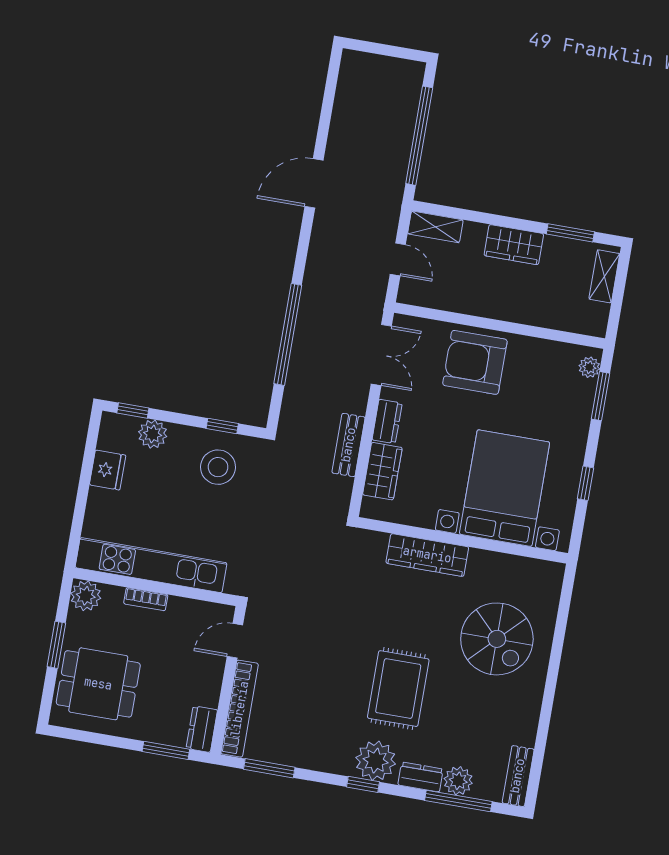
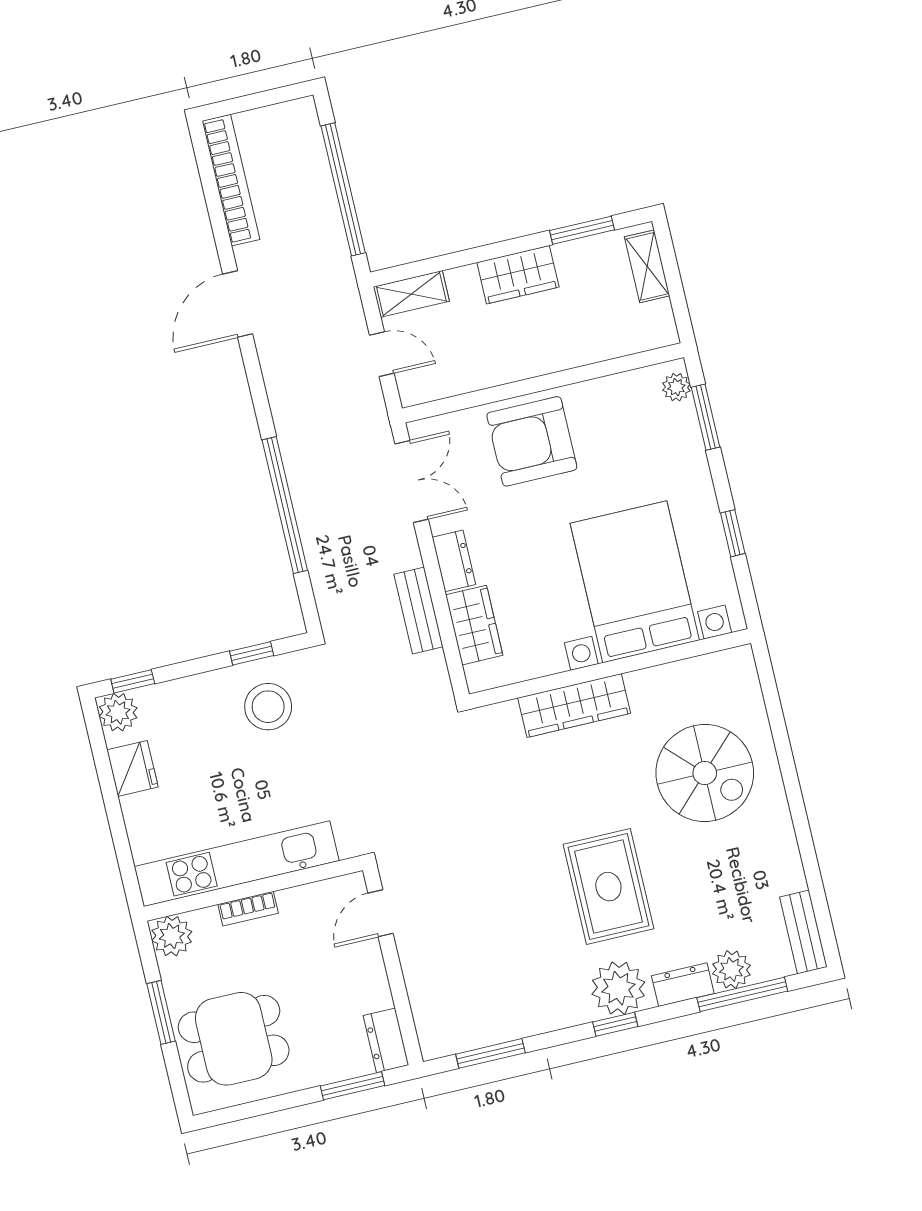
plant: (153, 434) -> (118, 712), moved
bookcase: (240, 709) -> (231, 180), moved

